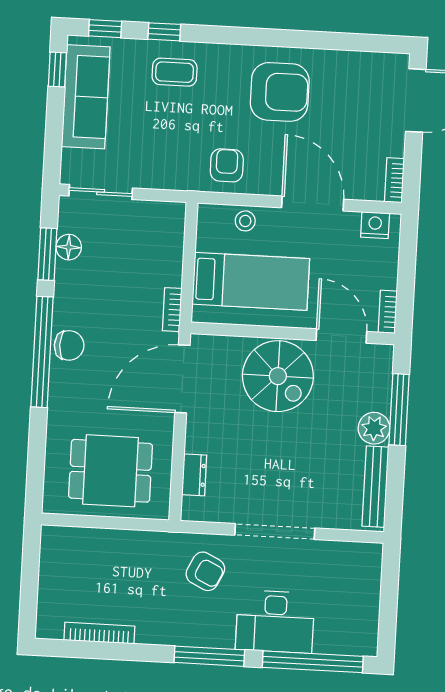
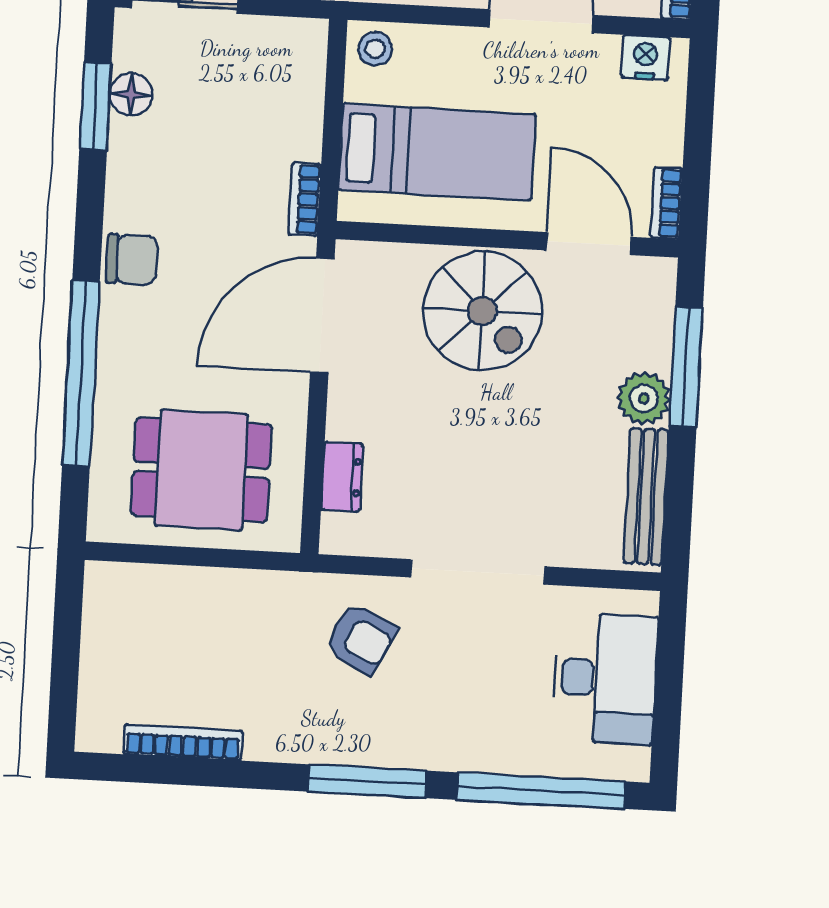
stool: (245, 221) -> (375, 49), moved
window: (42, 352) -> (81, 373), moved
desk: (275, 621) -> (605, 679), moved, turned -90

